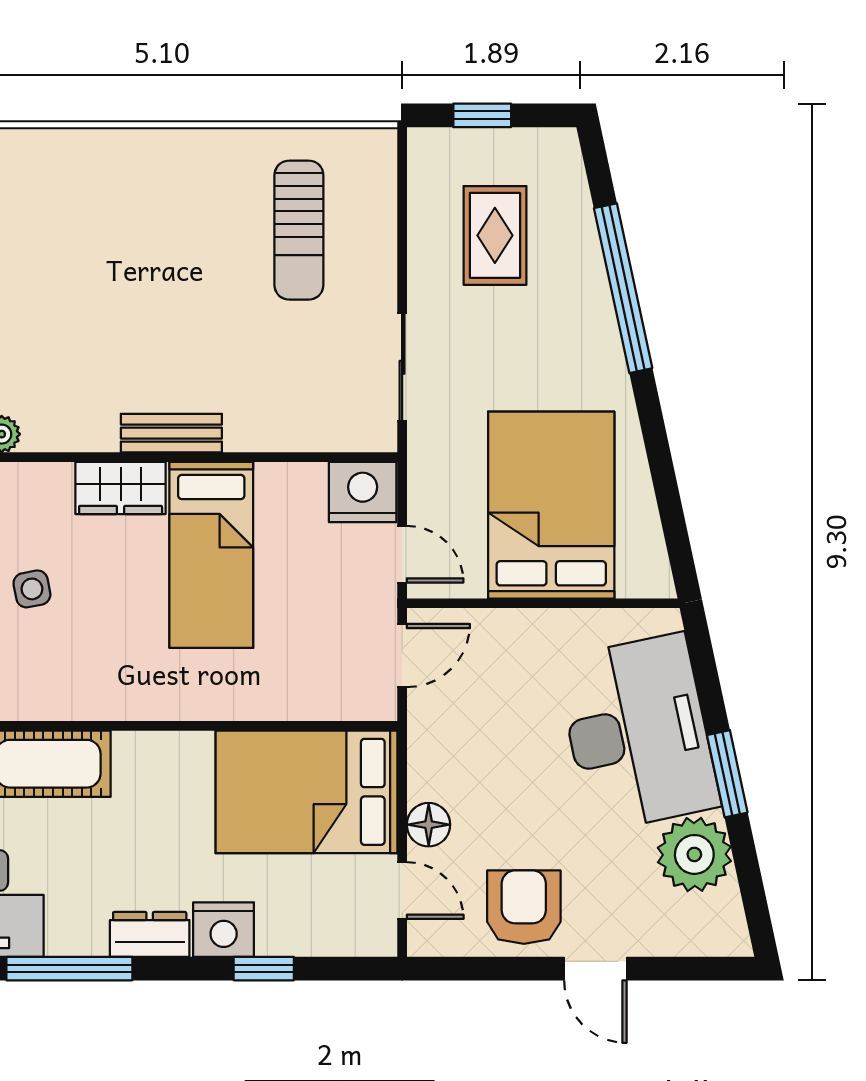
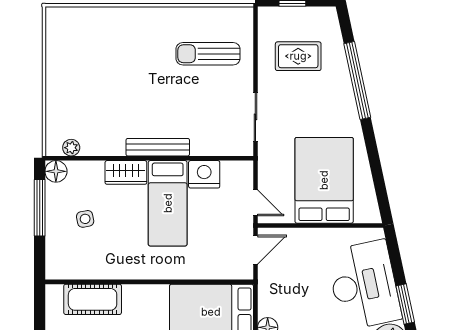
sun lounger: (299, 230) -> (208, 54), turned 90
rug: (495, 235) -> (298, 56), turned 90
bench: (171, 433) -> (158, 147), width x1.36
nightstand: (363, 492) -> (204, 174), moved

